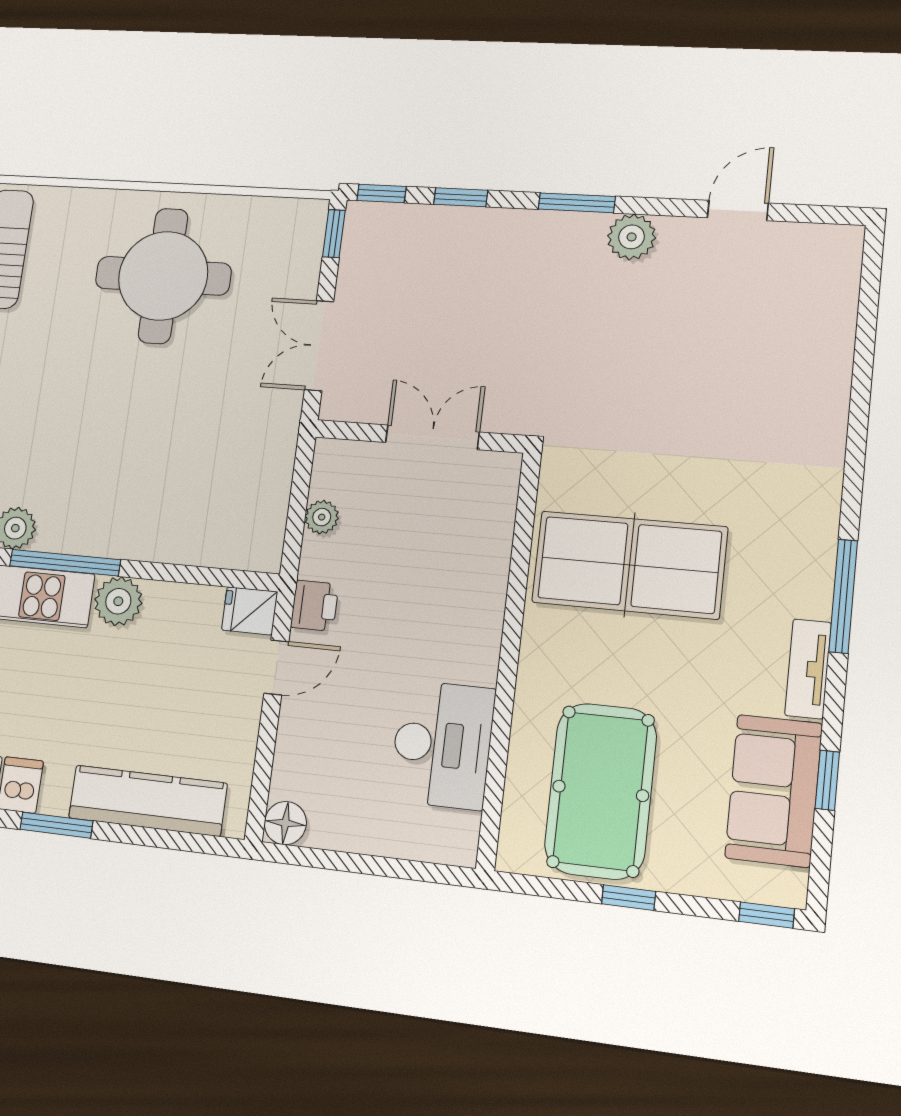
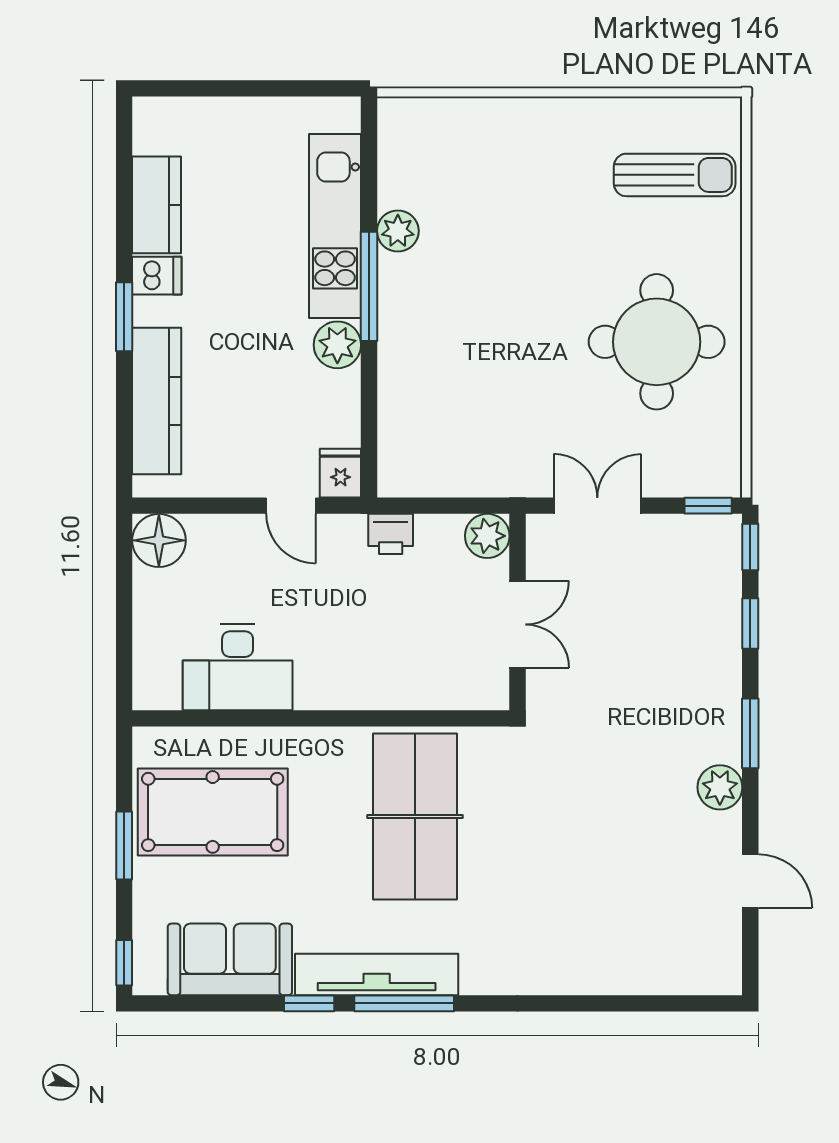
plant: (322, 517) -> (487, 536), moved, width x1.38, depth x1.38
printer: (314, 606) -> (391, 534), moved
tv unit: (808, 669) -> (377, 974), width x1.92, depth x1.29
window: (827, 780) -> (309, 1003), moved
floor lamp: (285, 823) -> (159, 540), width x1.38, depth x1.38
window: (629, 898) -> (124, 845), width x1.50

